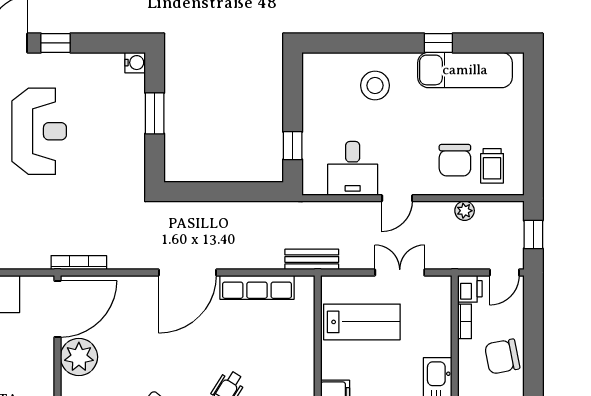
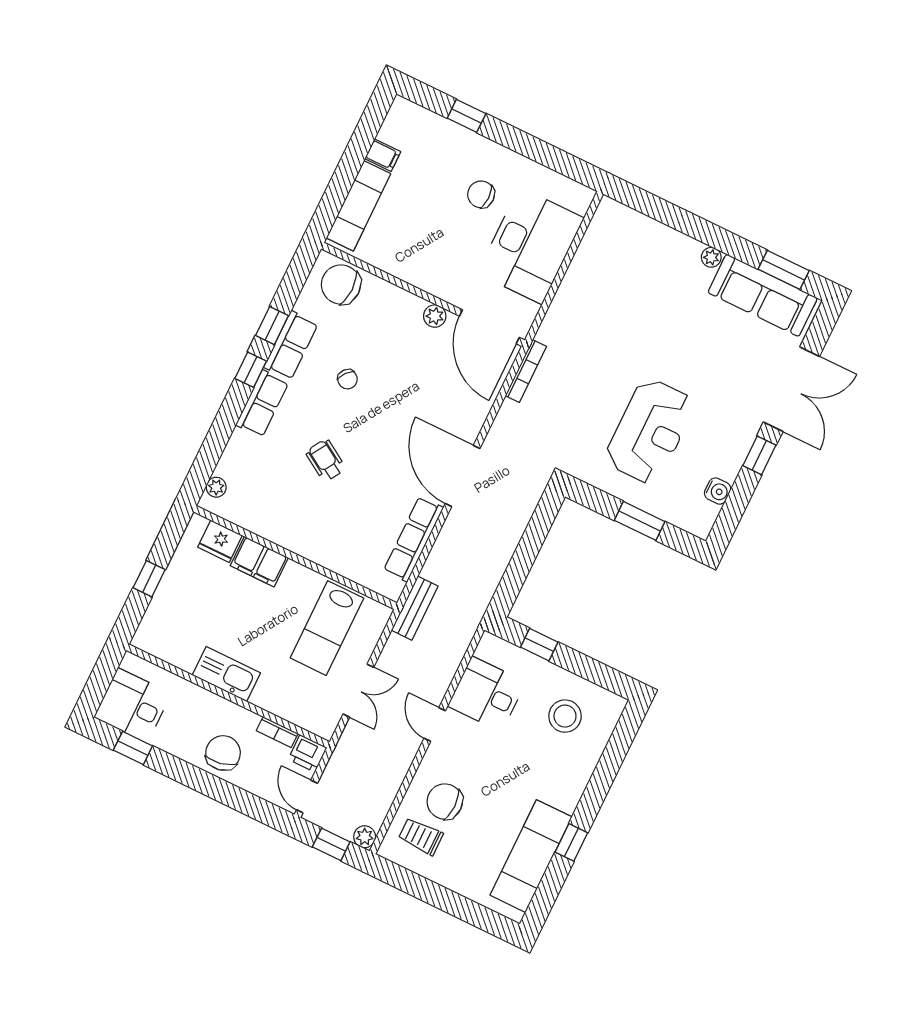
water cooler: (135, 63) -> (718, 491), moved, turned -90
stool: (375, 85) -> (565, 716), moved
reception desk: (39, 131) -> (650, 431), moved, turned -90
plant: (465, 211) -> (365, 837), moved
plant: (79, 357) -> (435, 316), width x0.53, depth x0.53

